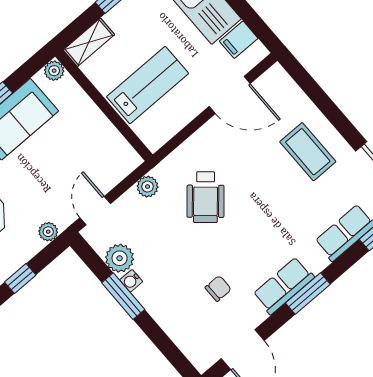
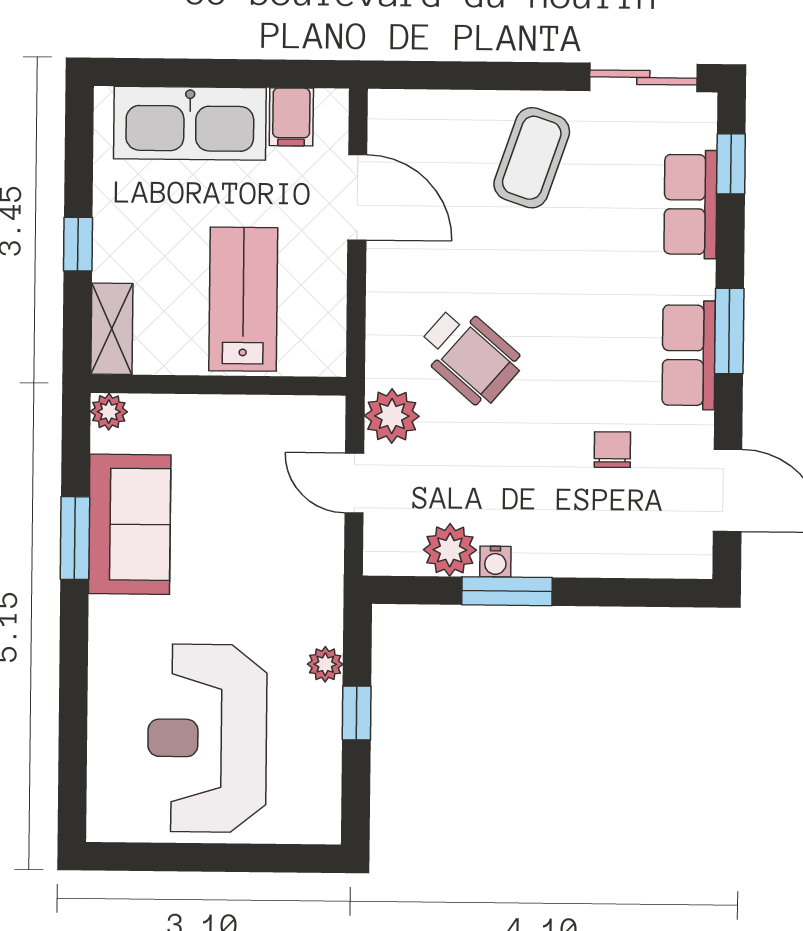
door: (230, 95) -> (357, 197), hinge flipped
coffee table: (308, 152) -> (532, 158), turned -71
plant: (148, 187) -> (392, 416), width x1.38, depth x1.38
door: (95, 211) -> (354, 483), moved
plant: (48, 232) -> (325, 664), moved

